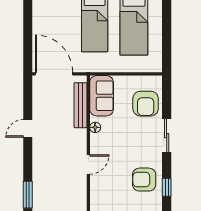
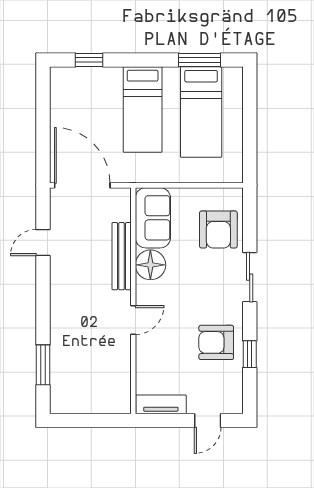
bench: (81, 105) -> (122, 256), moved
floor lamp: (95, 127) -> (150, 265), width x1.89, depth x1.89
door: (28, 128) -> (43, 242), moved

